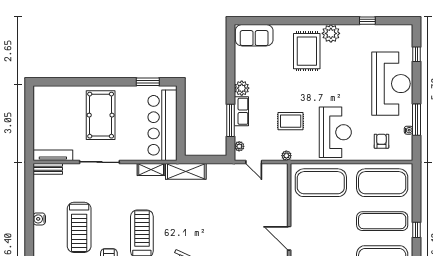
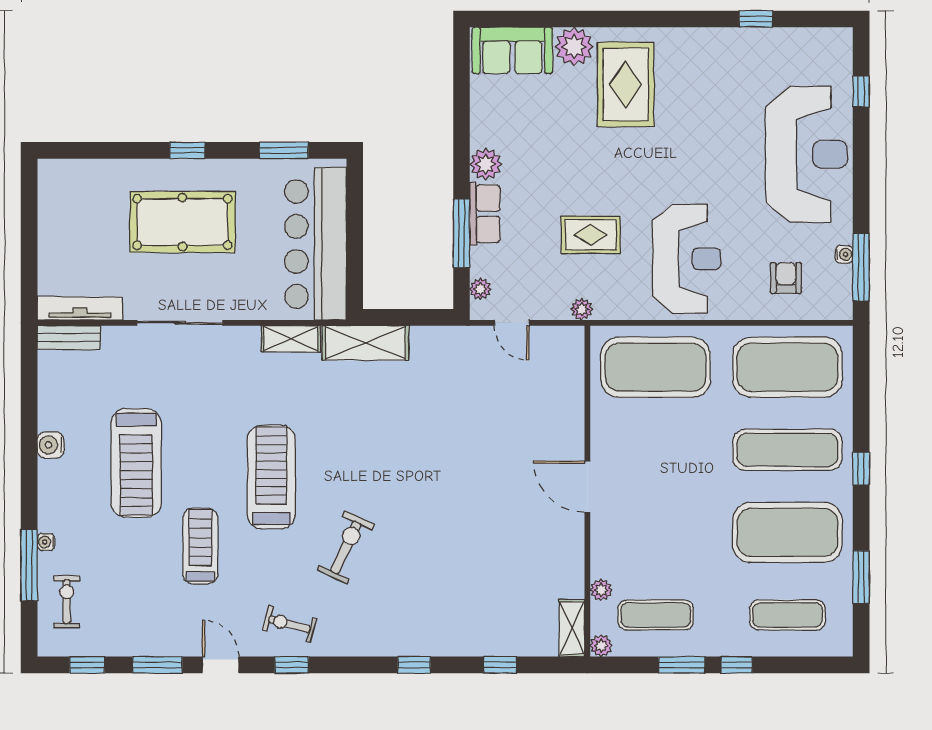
plant: (331, 33) -> (574, 47), moved
window: (103, 82) -> (187, 150), added
pool table: (101, 115) -> (182, 222), turned 90
window: (416, 120) -> (861, 267), moved

